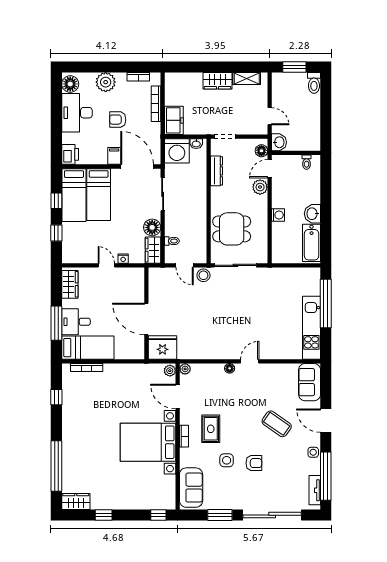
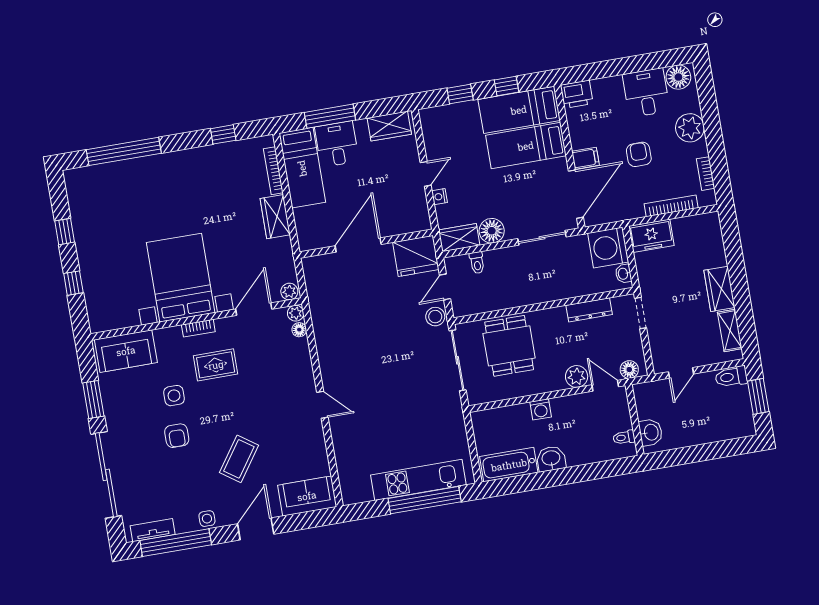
toilet: (314, 83) -> (731, 377), moved
desk: (77, 113) -> (646, 93), width x0.73
washbasin: (279, 142) -> (651, 432), moved, turned -90
kitchen unit: (311, 328) -> (418, 480), moved
fridge: (163, 347) -> (416, 256), moved, turned 90
floor lamp: (230, 368) -> (299, 330), moved
wardrobe: (76, 502) -> (275, 217), moved, turned 180
window: (158, 515) -> (73, 283), moved

